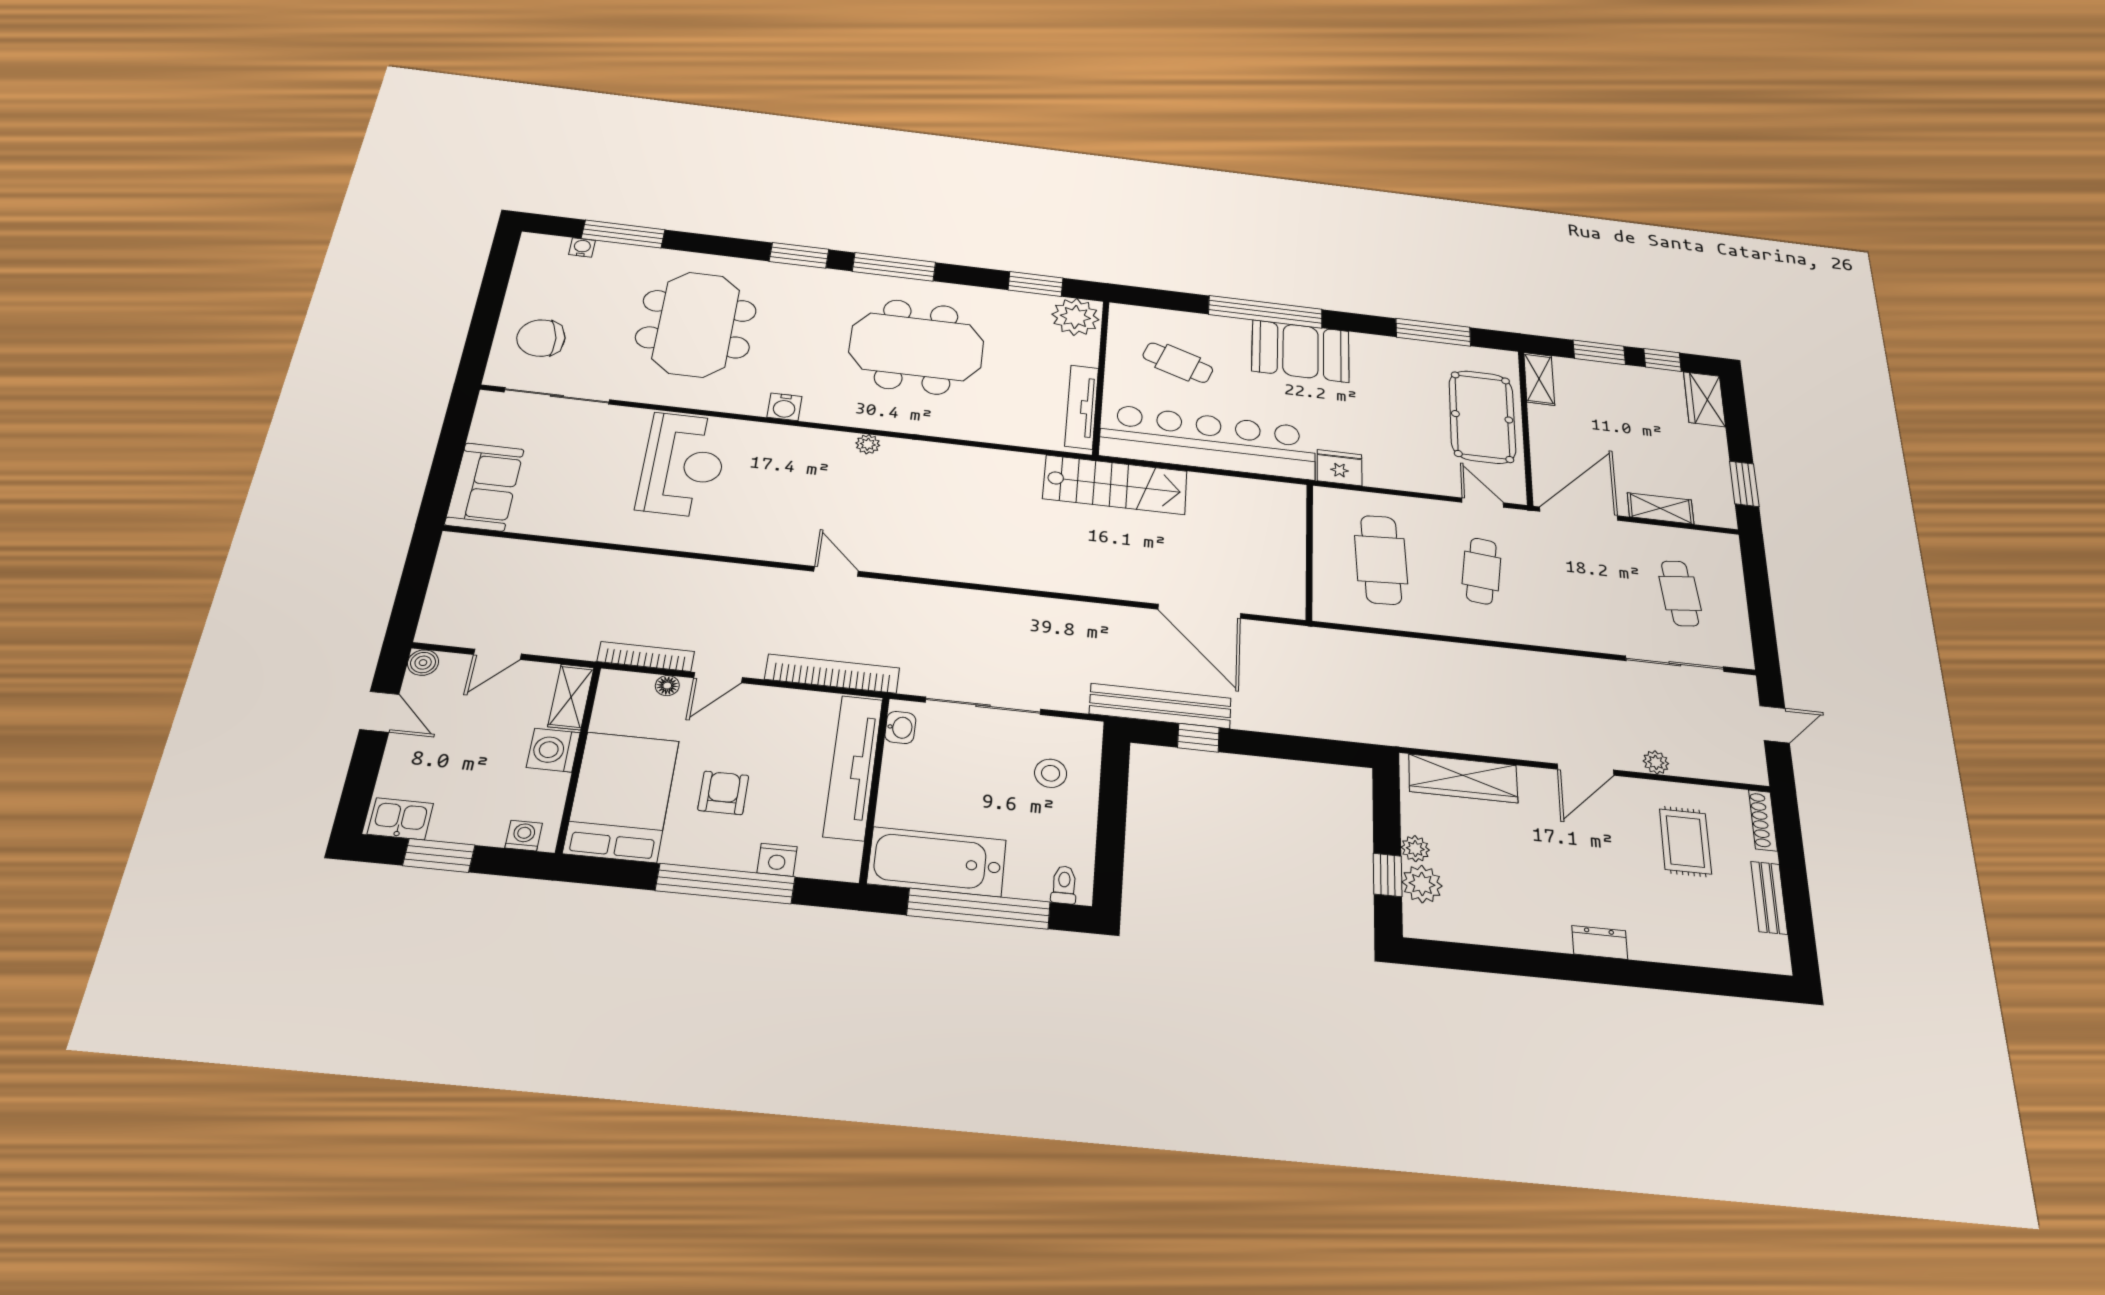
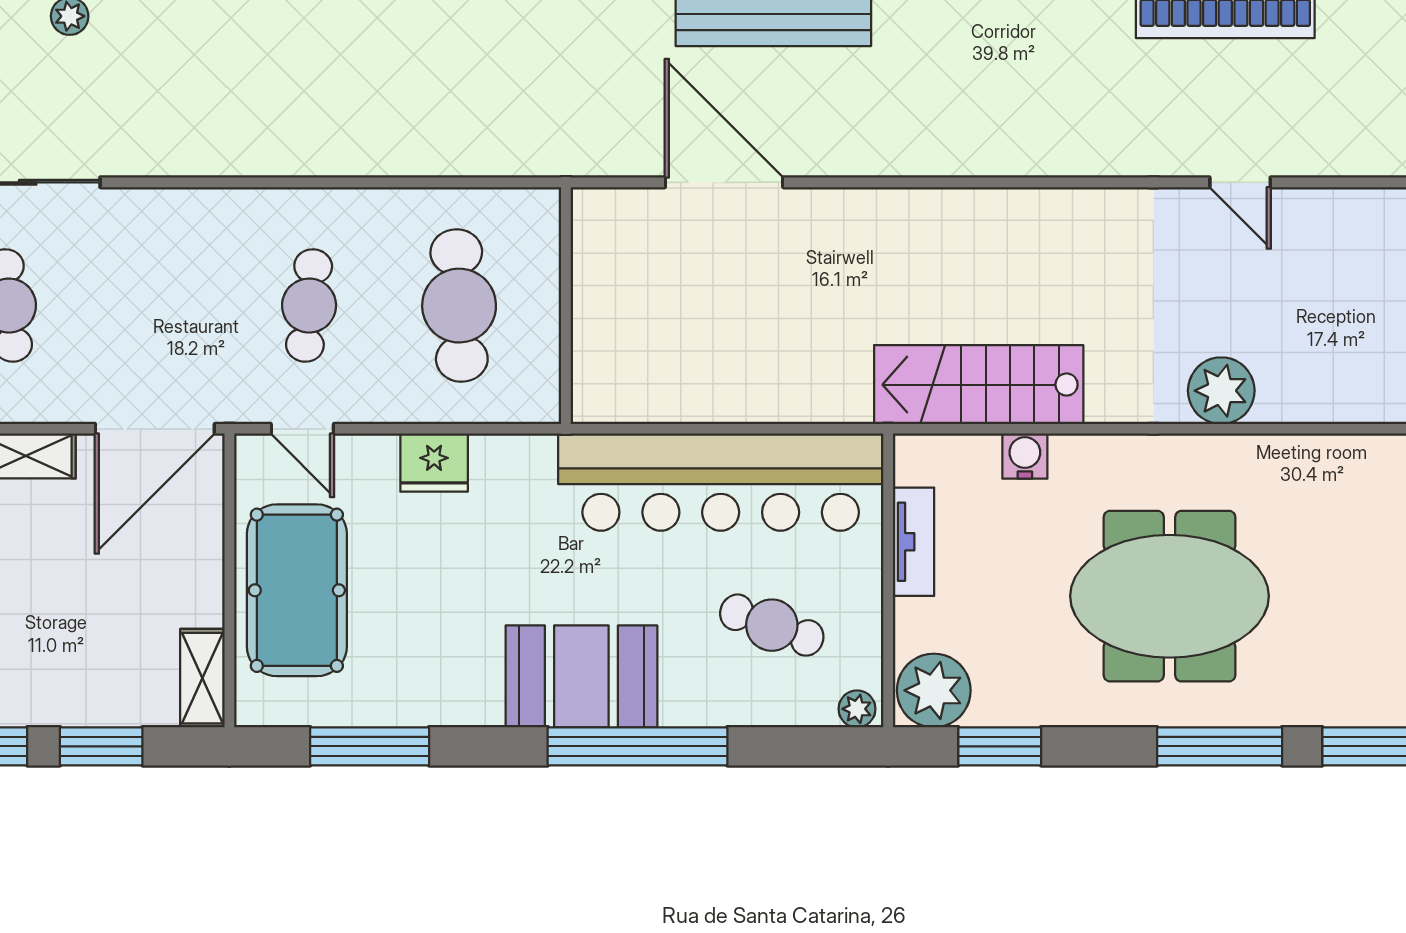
plant: (1125, 314) -> (857, 709), added
water cooler: (784, 407) -> (1025, 456), moved
tv unit: (1082, 407) -> (914, 542), width x0.71
plant: (868, 444) -> (1221, 391), width x1.88, depth x1.88
fridge: (1339, 468) -> (434, 463), moved
stairs: (1115, 485) -> (979, 385), moved

